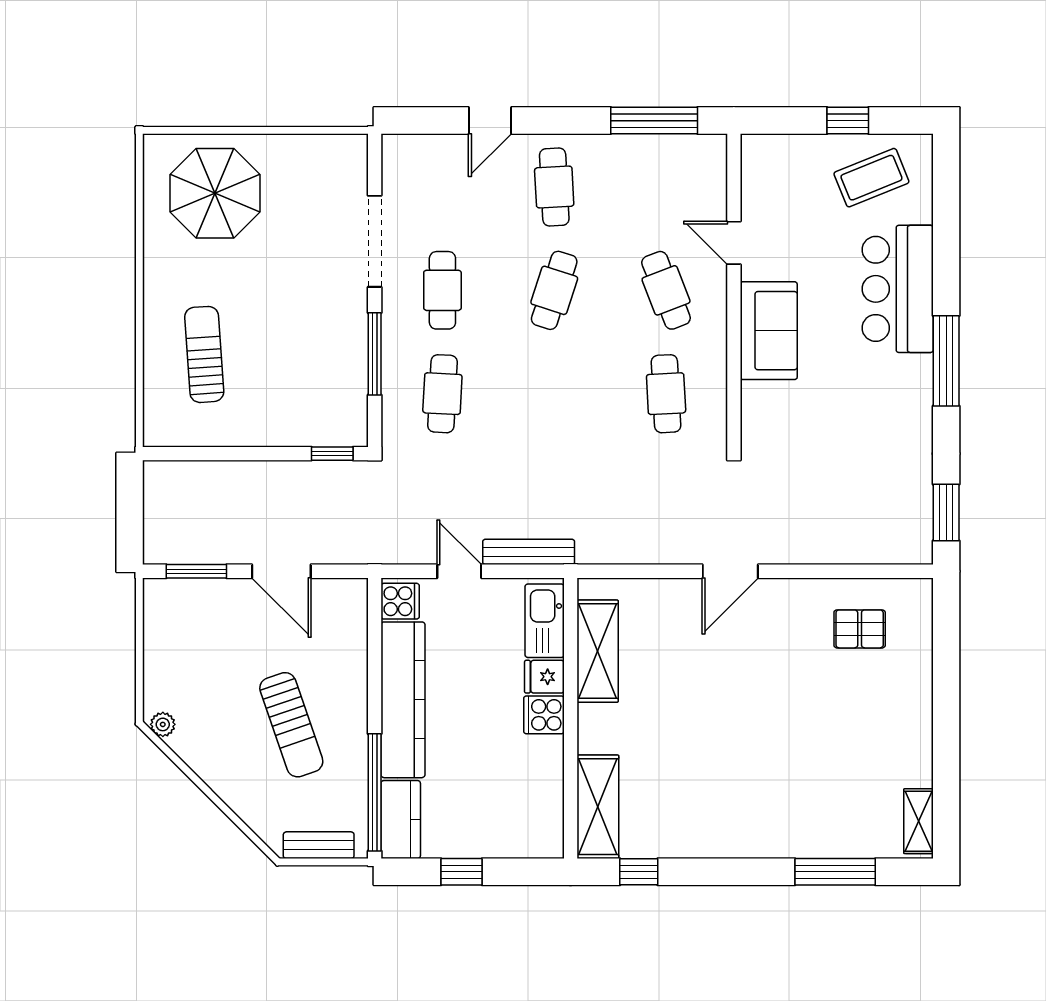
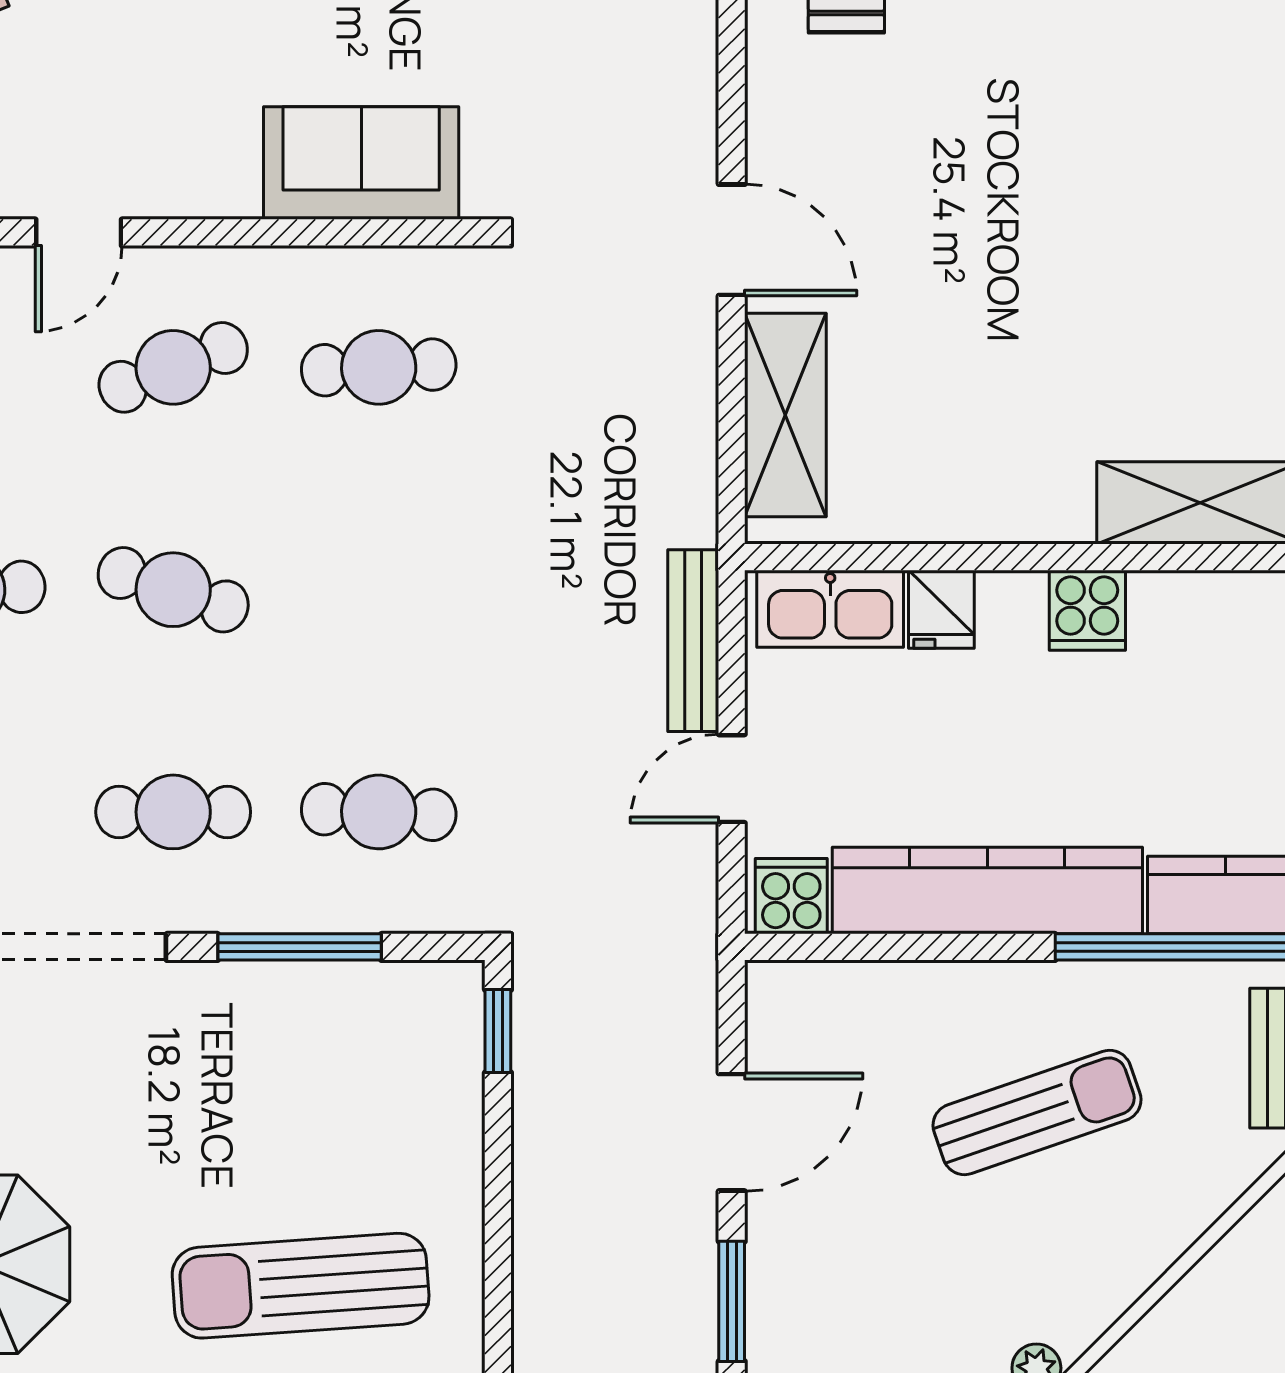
sofa: (769, 331) -> (361, 163), moved
sun lounger: (204, 354) -> (301, 1286), width x1.36, depth x1.34
shelving: (598, 651) -> (785, 415), moved, turned 90
cooker: (544, 715) -> (1087, 610), moved

